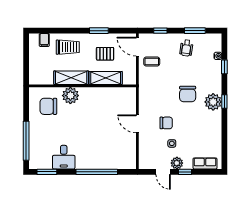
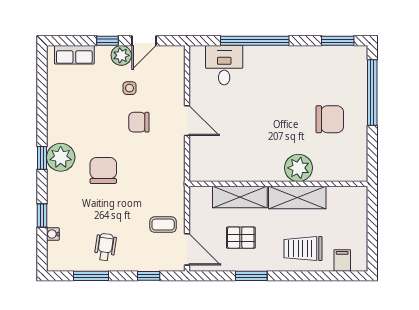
chair: (48, 106) -> (330, 119), moved
desk: (64, 157) -> (224, 65), moved
door: (163, 172) -> (144, 41), swing flipped

